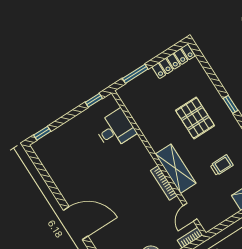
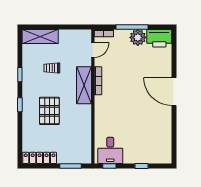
desk: (115, 129) -> (110, 150), moved, turned -90
window: (42, 133) -> (142, 166), moved

